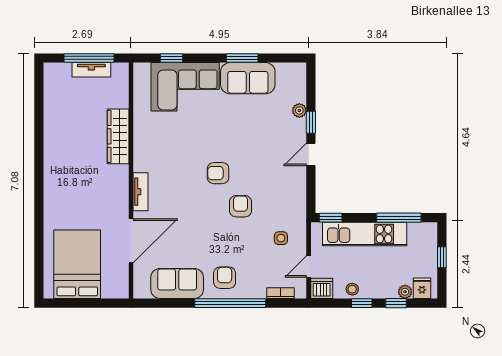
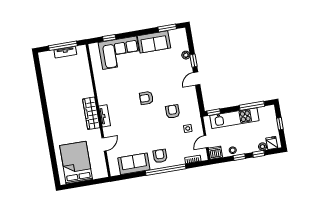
window: (242, 58) -> (167, 28), moved
wardrobe: (118, 136) -> (91, 113), moved
armchair: (241, 206) -> (173, 111), moved
door: (131, 241) -> (104, 144), width x0.53

